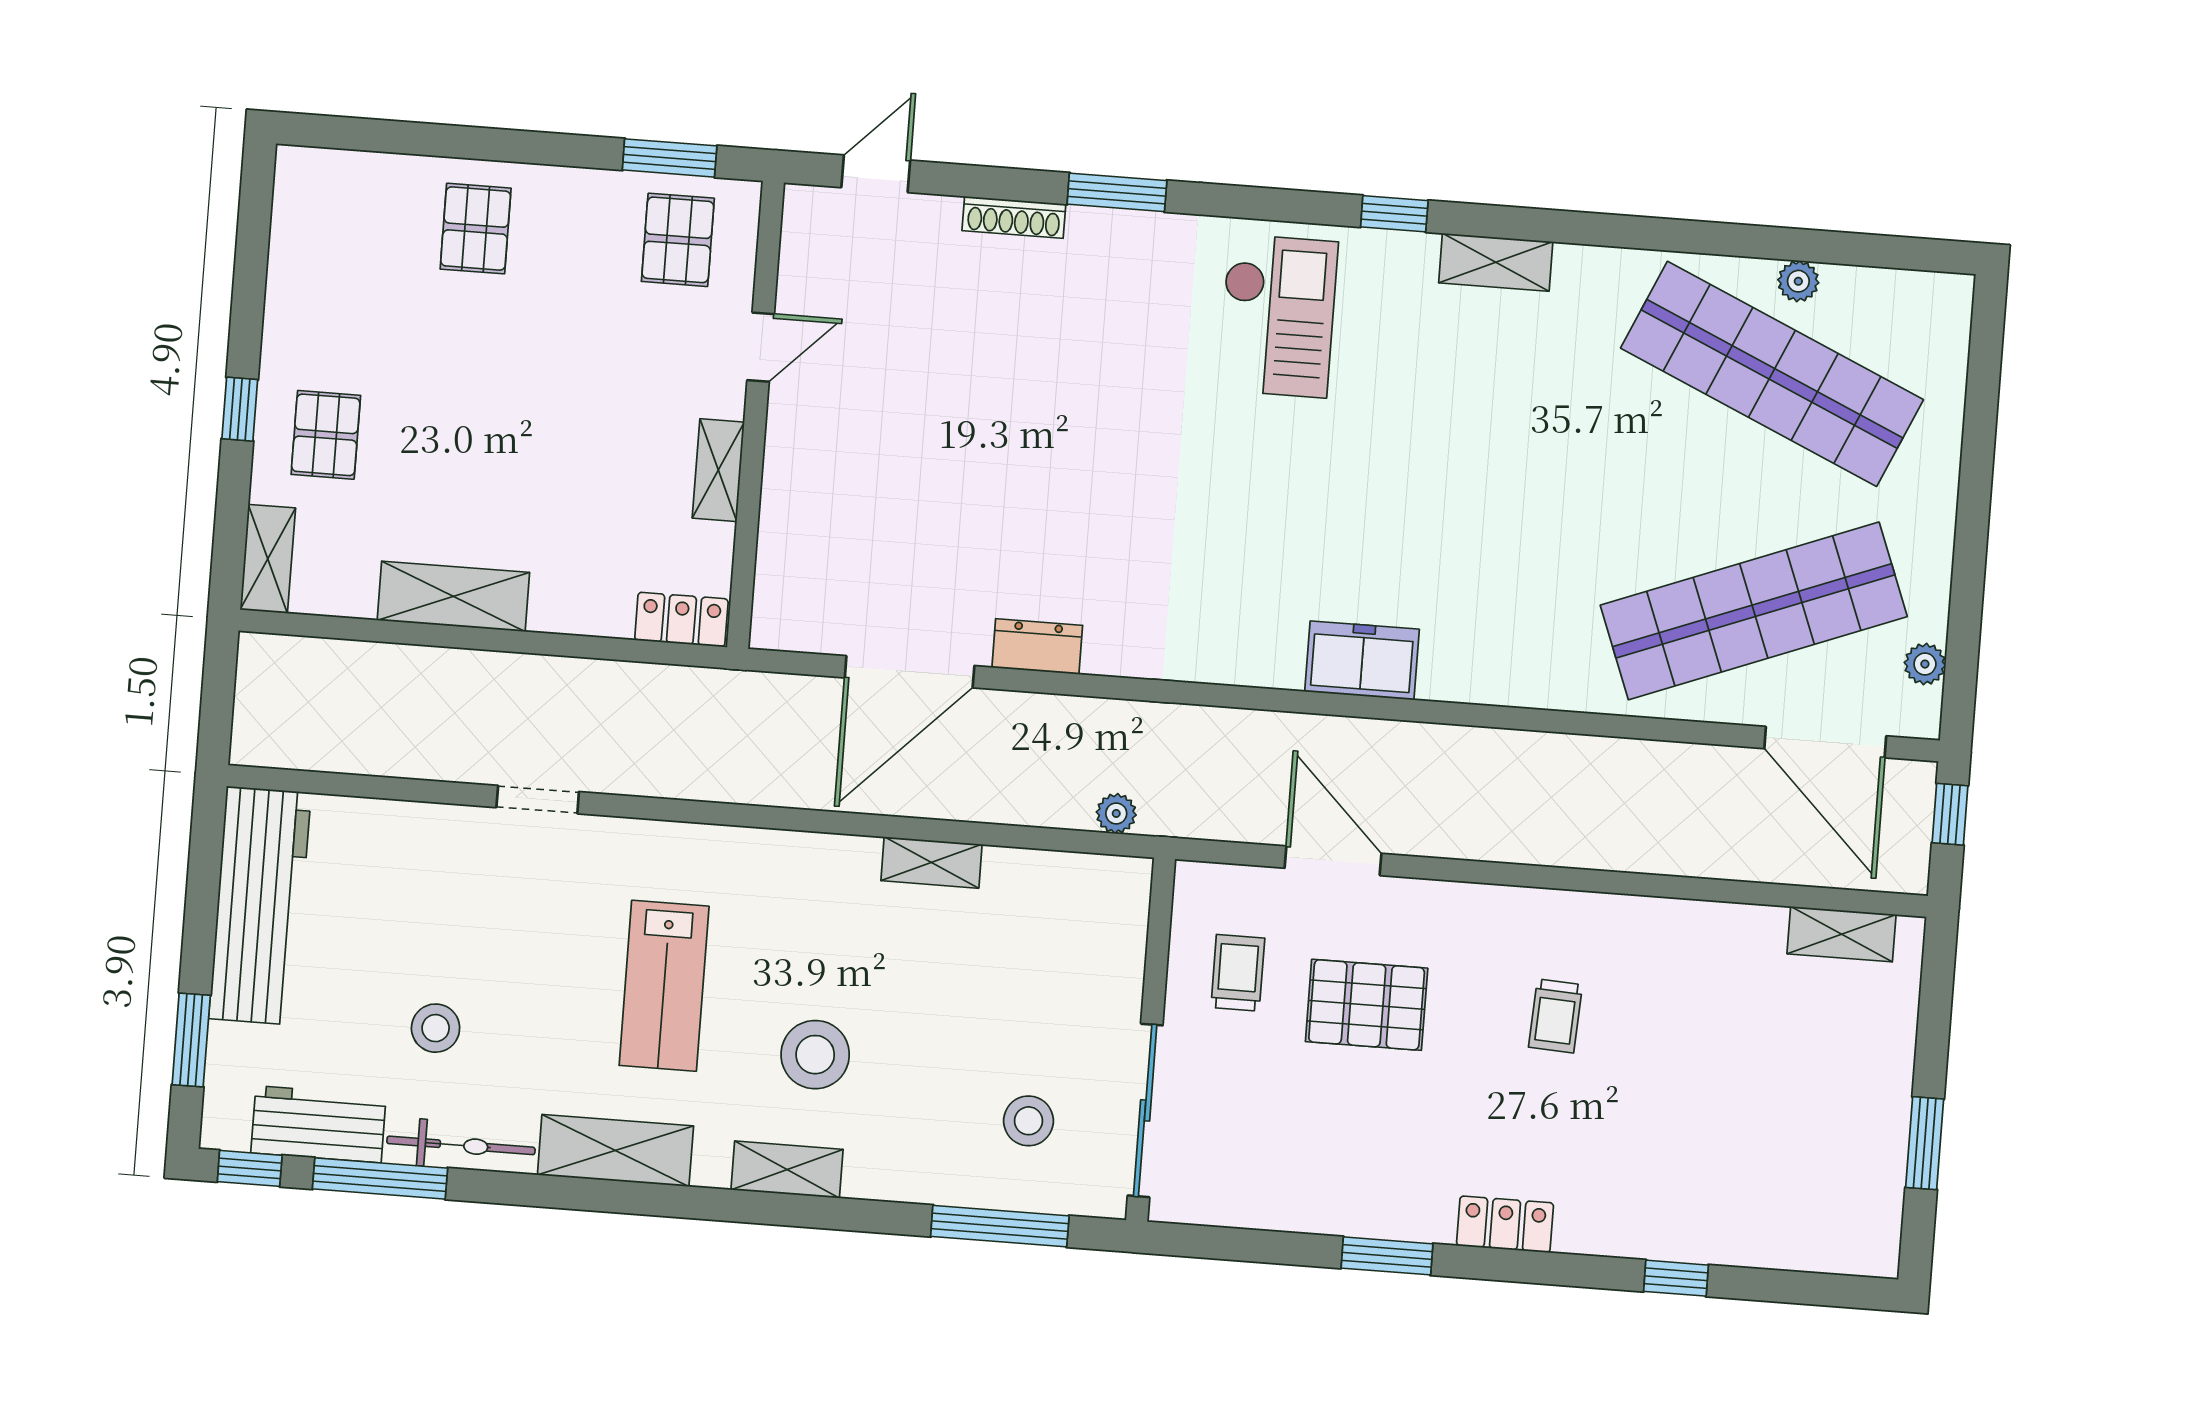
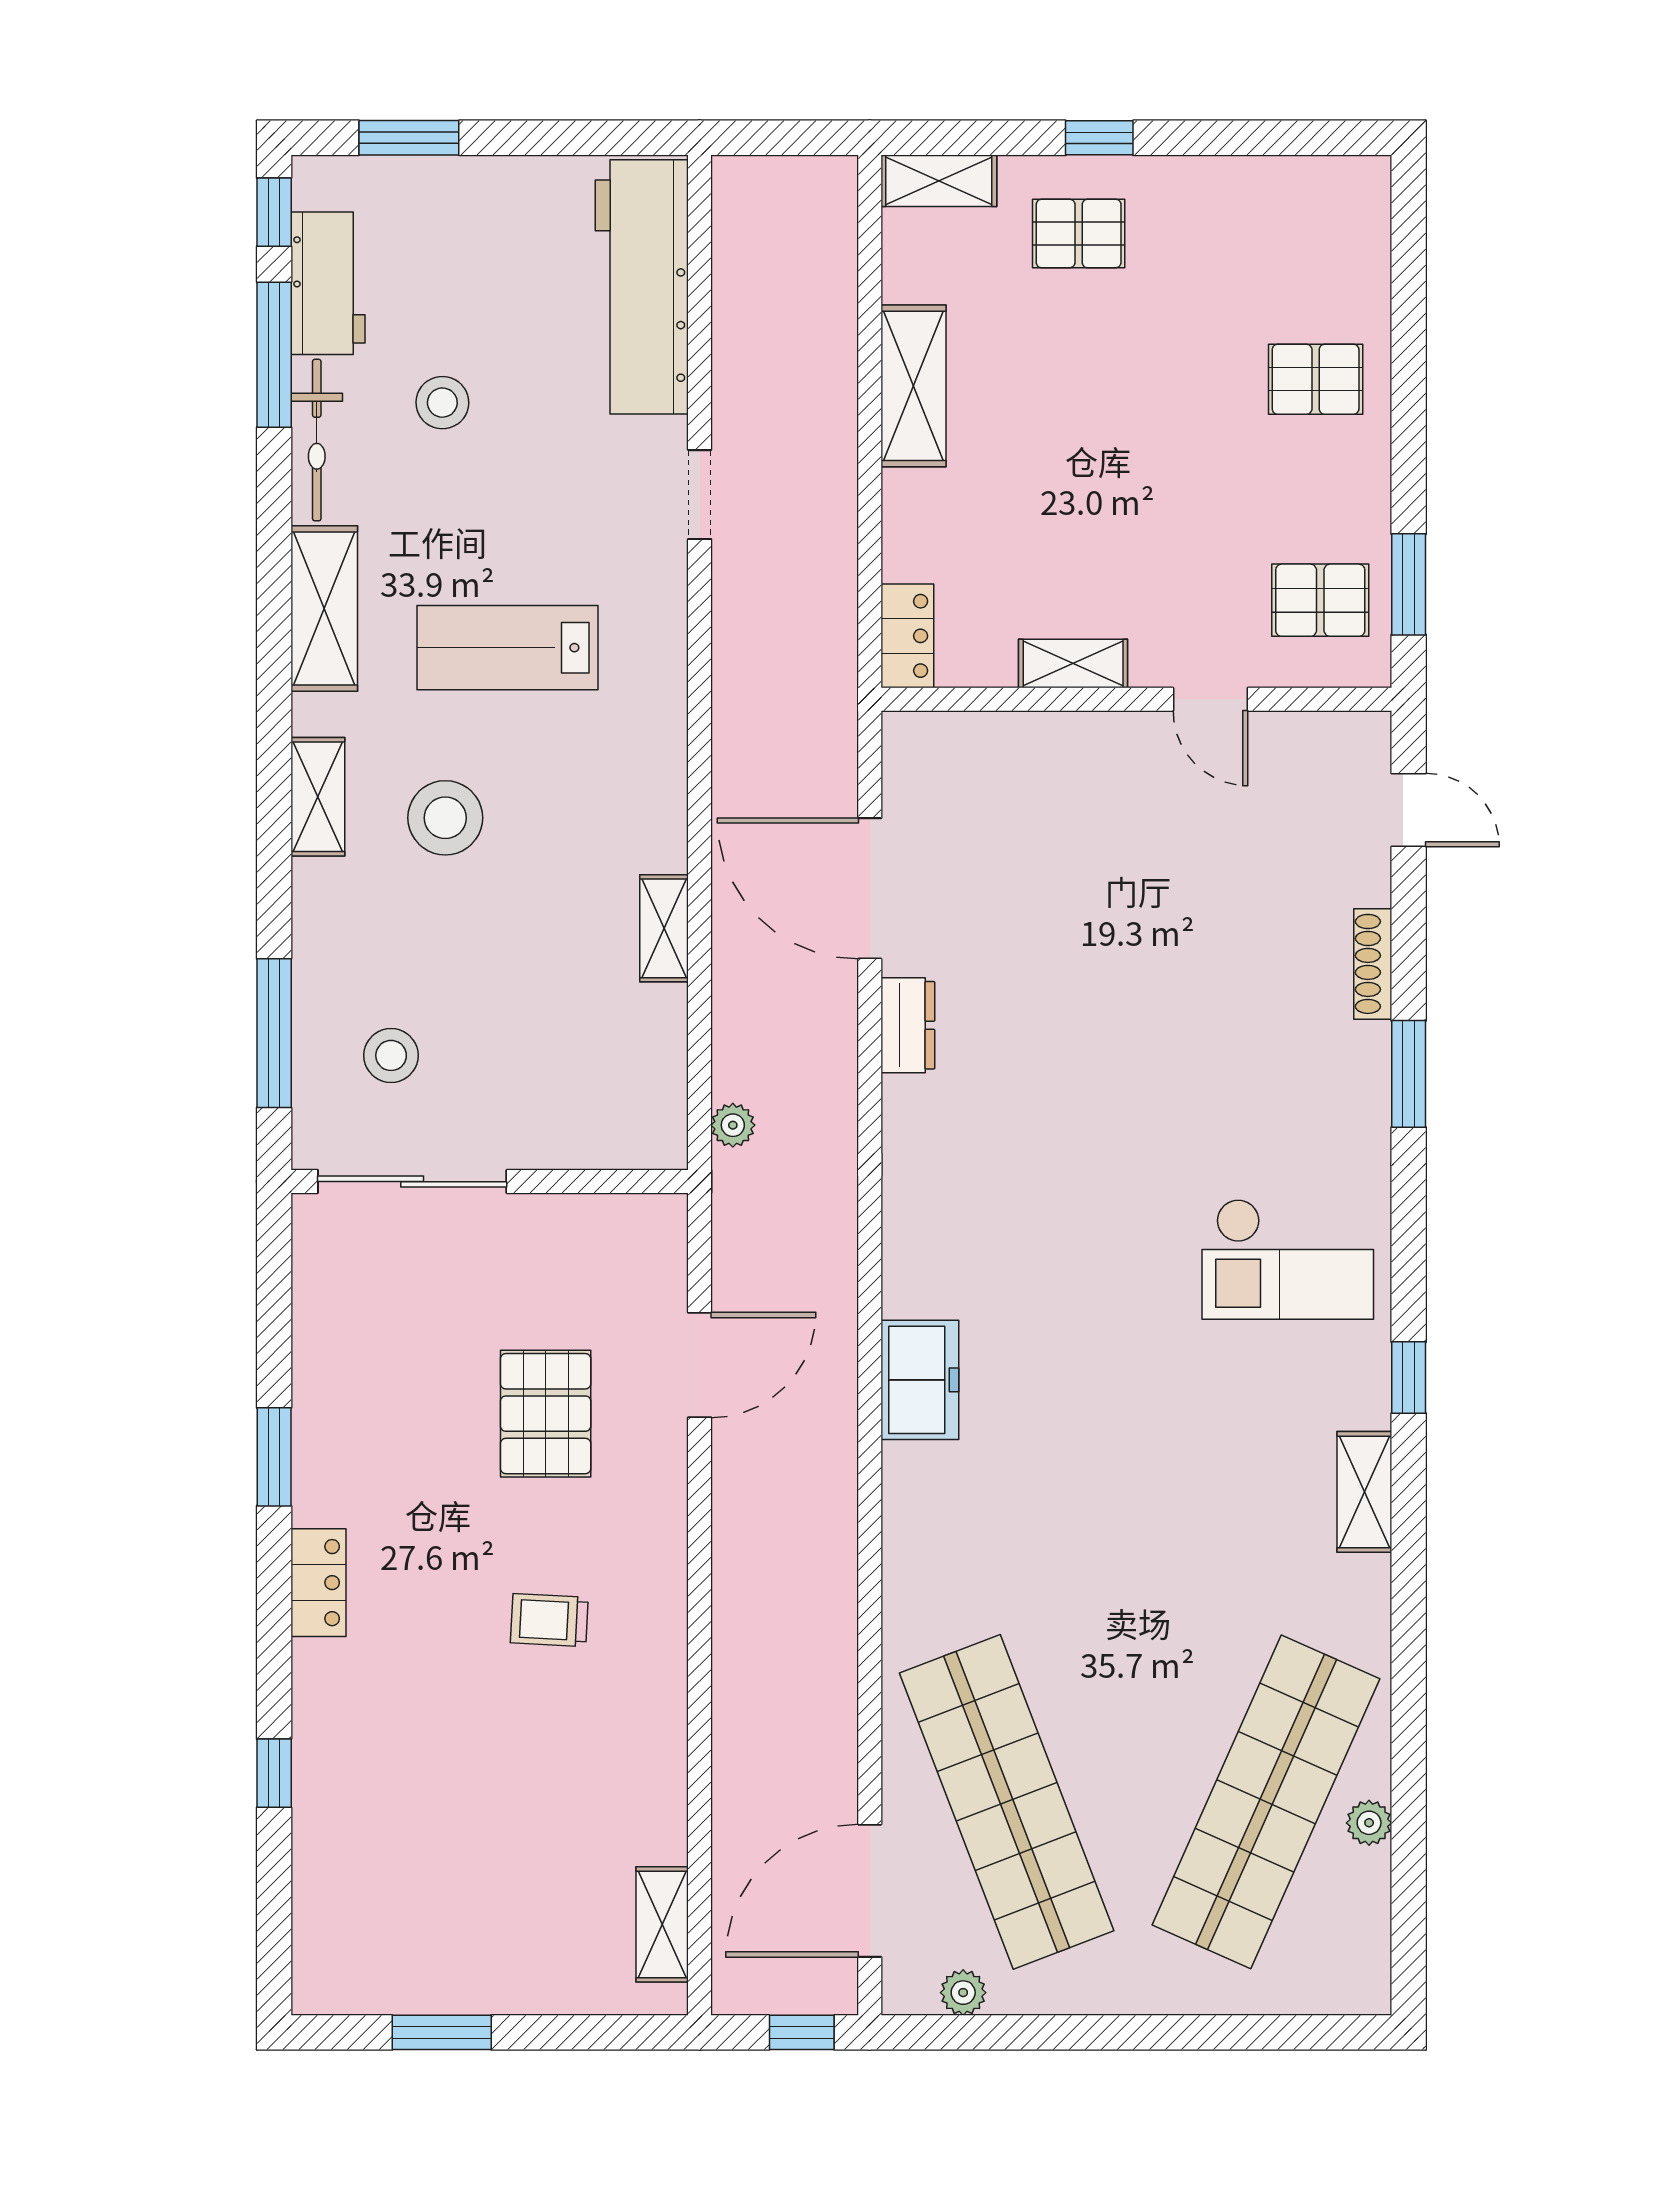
workbench: (260, 906) -> (642, 287), moved, turned 90
trolley: (1238, 973) -> (570, 1271), removed

